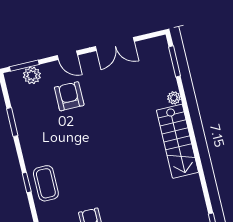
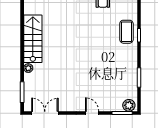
double door: (115, 44) -> (45, 113), moved
plant: (32, 75) -> (129, 105), moved
armchair: (69, 96) -> (97, 86), removed

